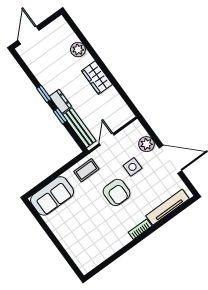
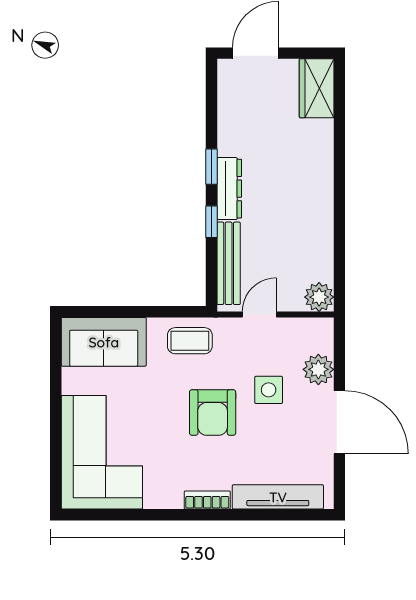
plant: (78, 50) -> (319, 297), moved
wardrobe: (97, 78) -> (317, 88), moved
dresser: (60, 101) -> (229, 189), width x1.44
corner sofa: (84, 241) -> (102, 452), added

